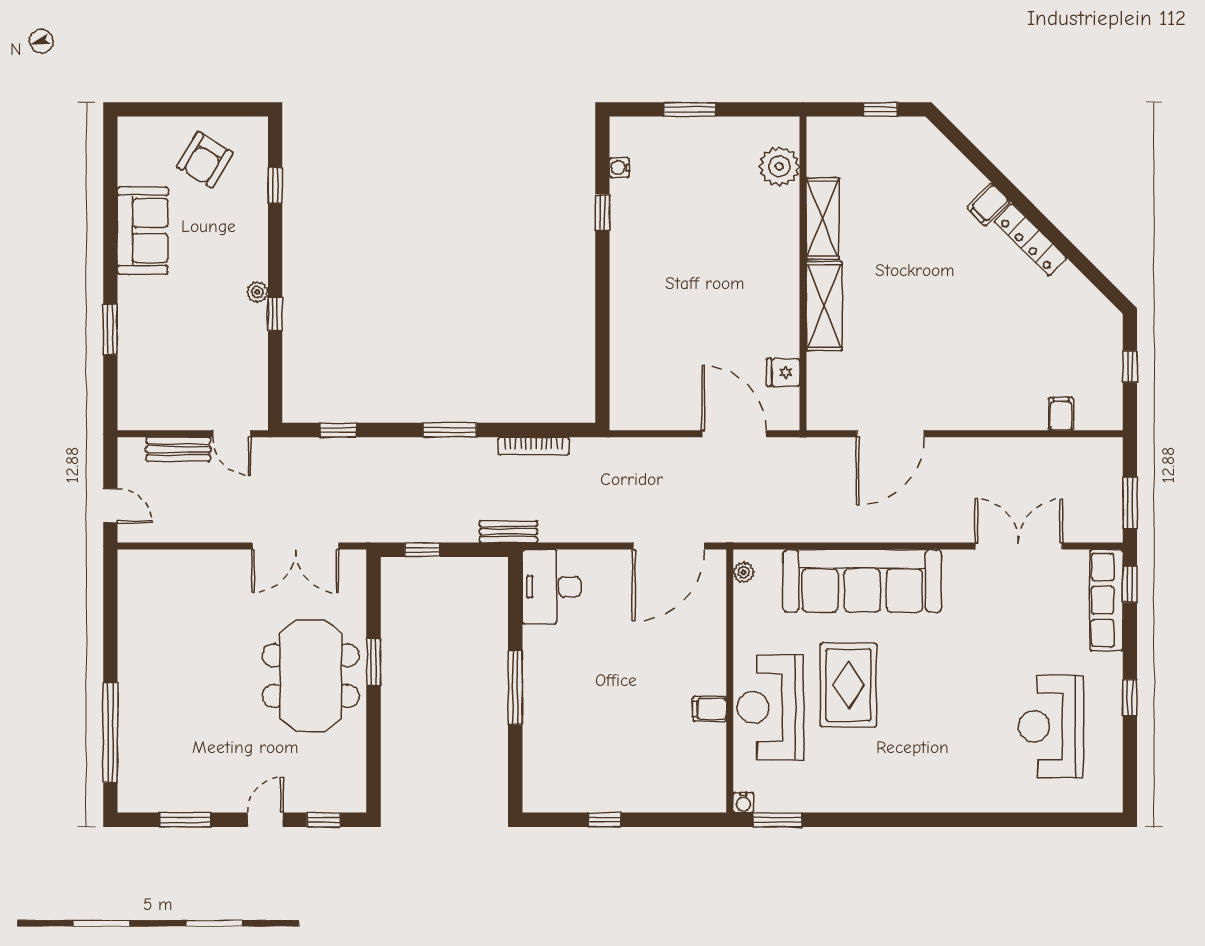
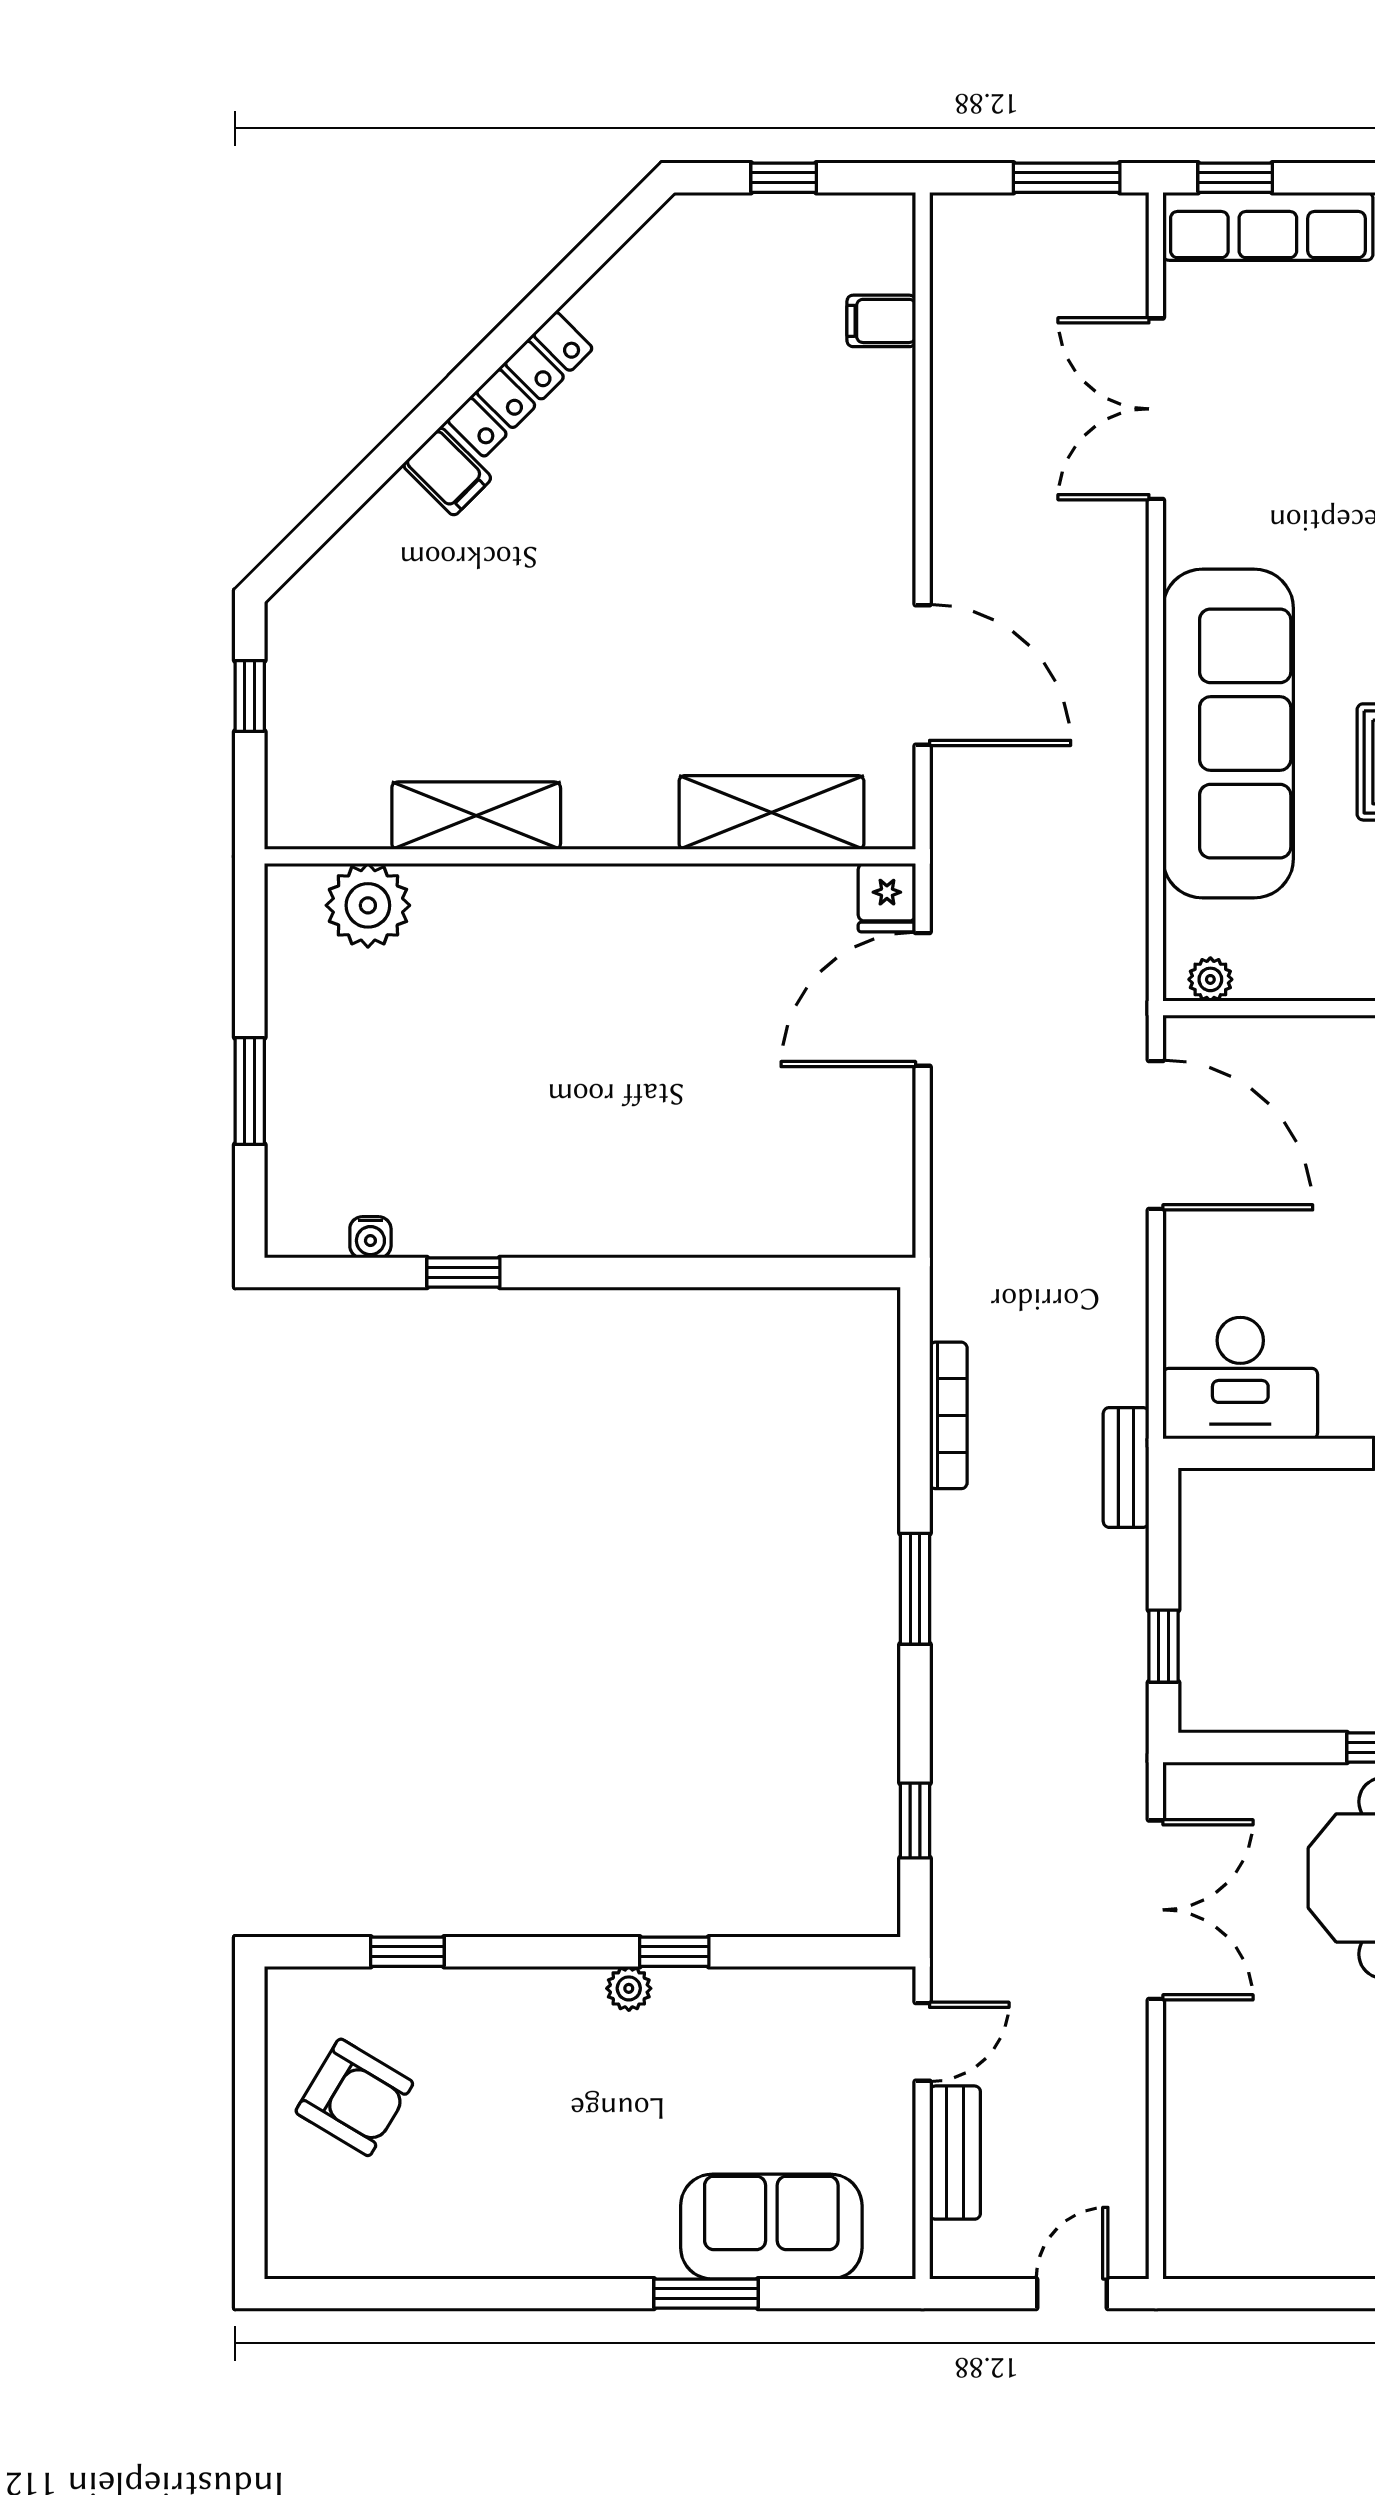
sofa: (143, 230) -> (771, 2227), moved
shelving: (824, 306) -> (771, 812), moved
fridge: (783, 372) -> (887, 898), moved

